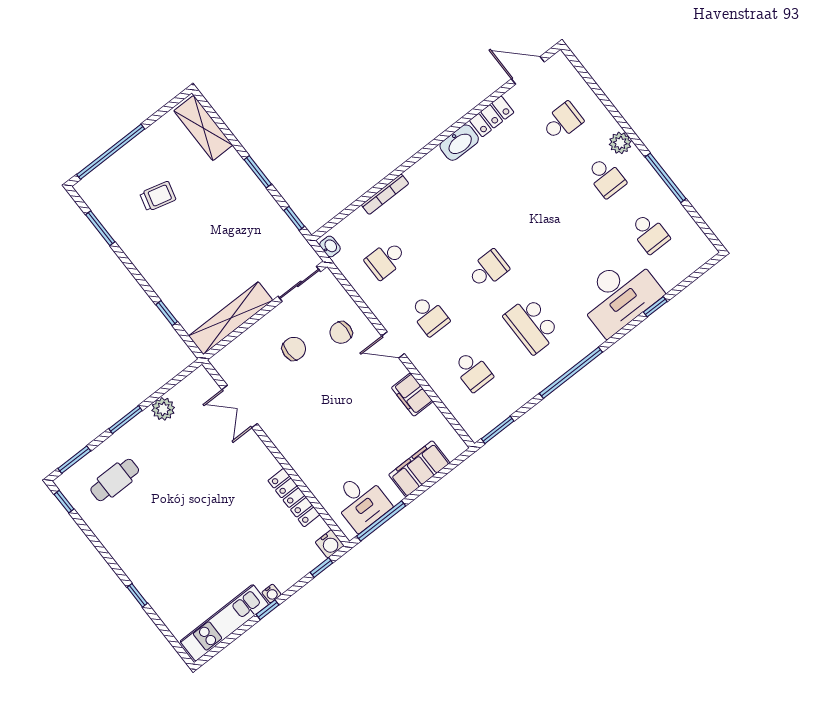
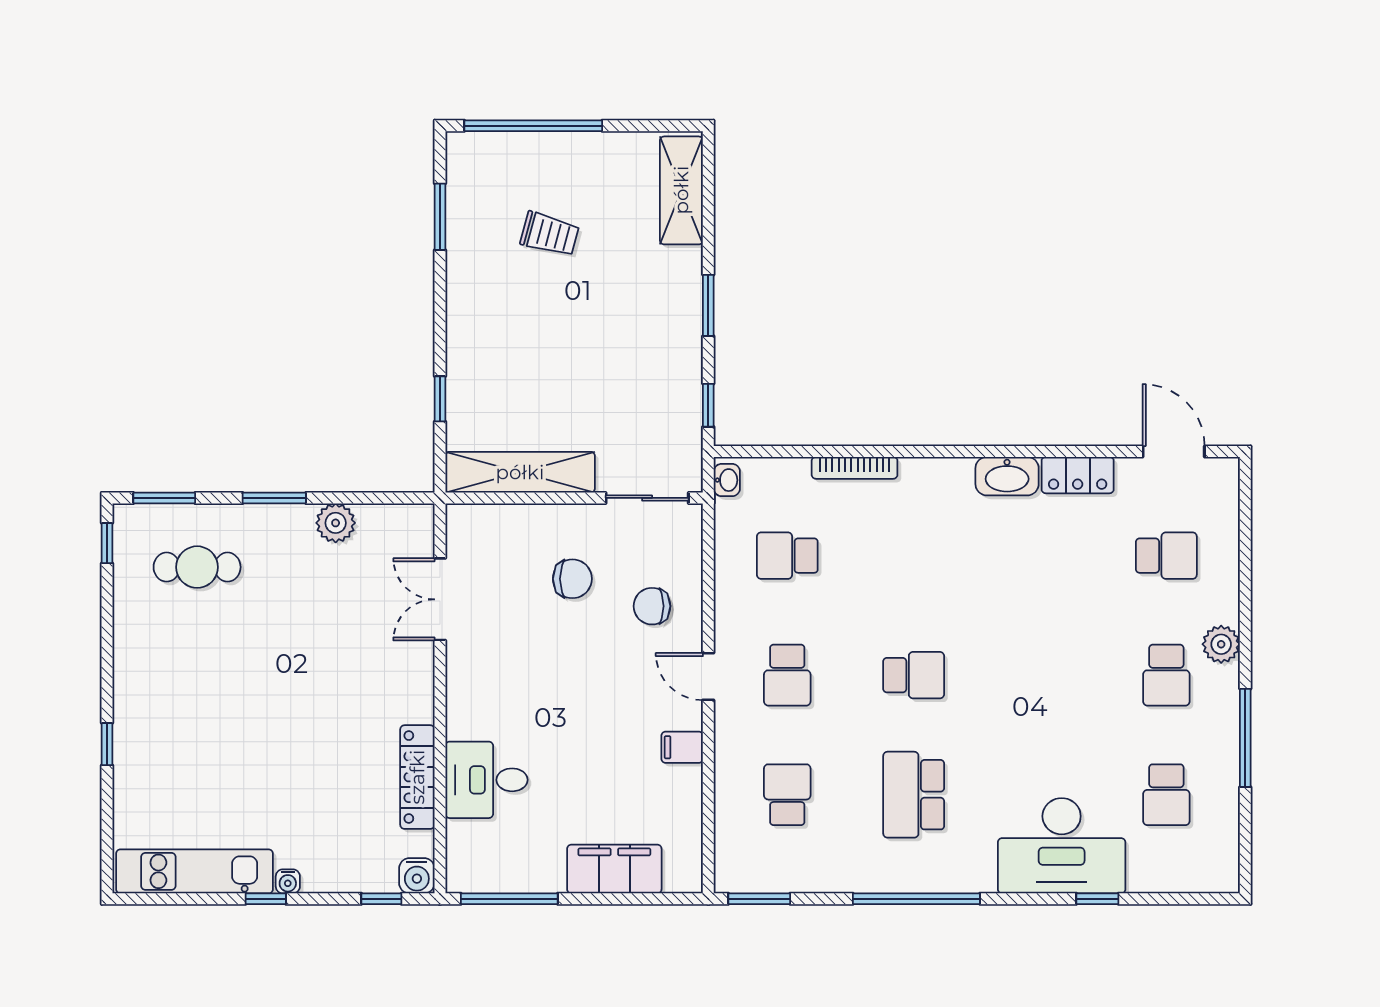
school desk: (473, 371) -> (787, 795), turned 180
filing cabinet: (412, 395) -> (682, 747), width x0.50
desk: (361, 502) -> (486, 780), moved, turned 90

